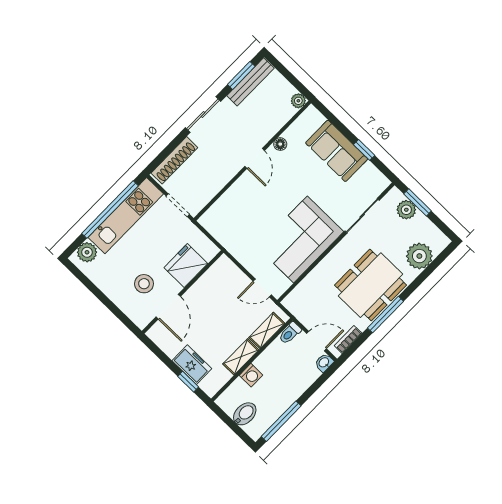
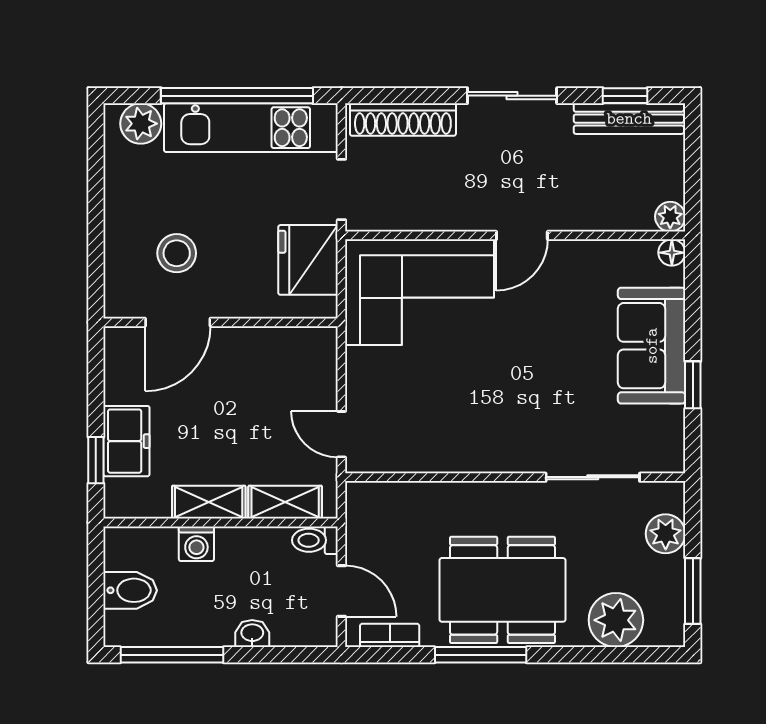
window: (241, 75) -> (625, 96), width x0.67
floor lamp: (280, 144) -> (672, 253), moved
window: (418, 202) -> (693, 591), moved
corner sofa: (301, 239) -> (420, 292), moved, turned 180
fridge: (186, 266) -> (308, 260), moved, turned -90
washbasin: (324, 363) -> (252, 633), moved

